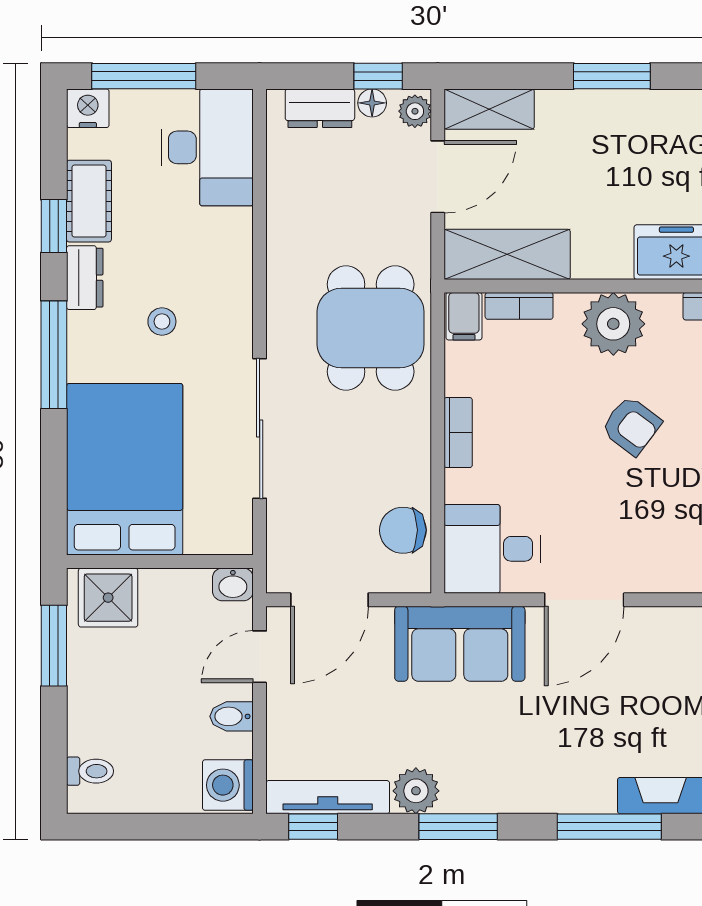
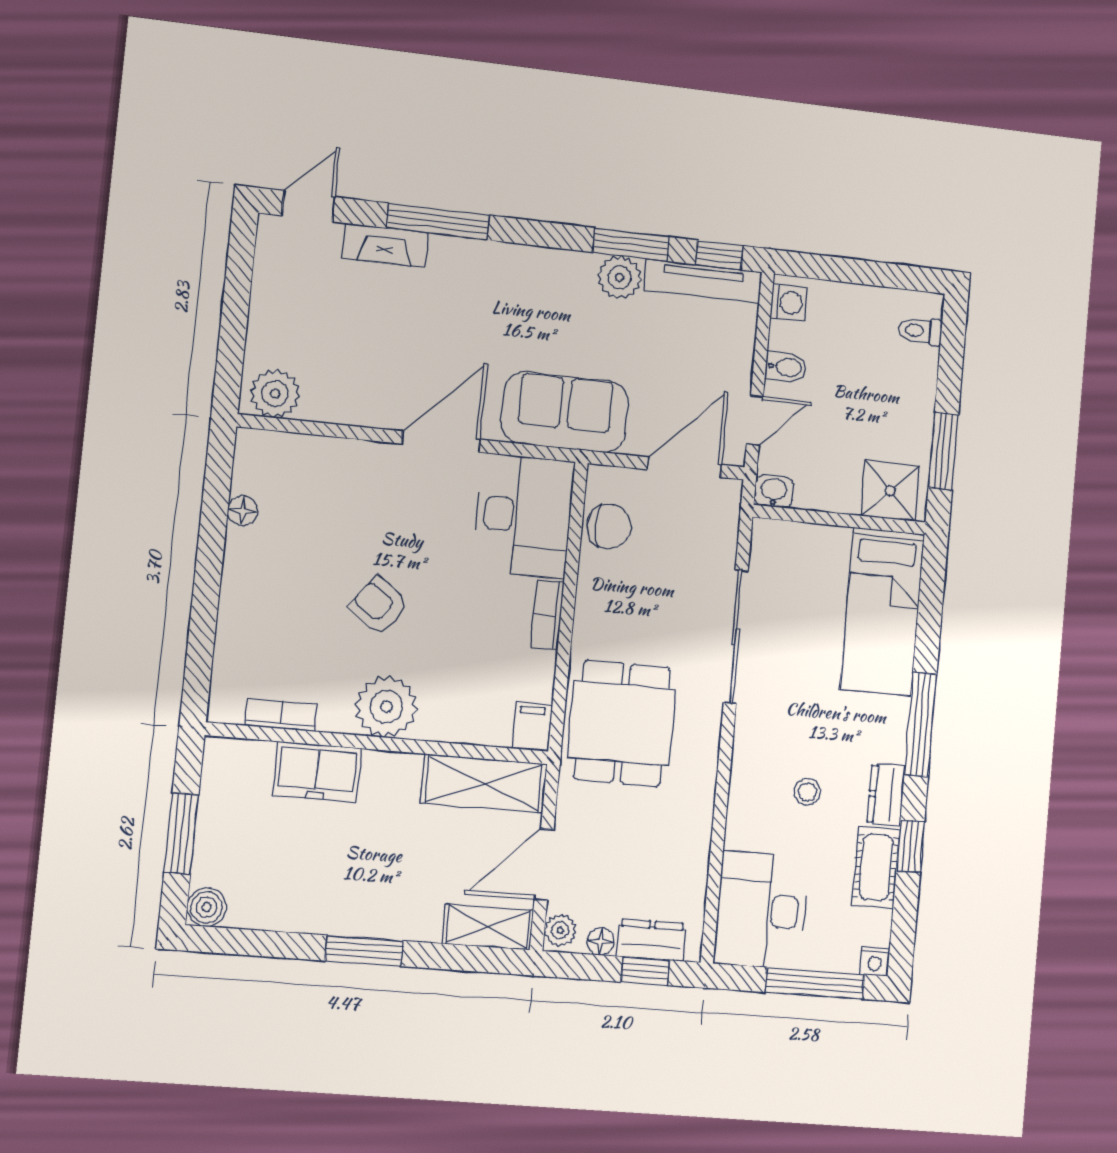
window: (378, 76) -> (645, 971), moved
nightstand: (88, 108) -> (875, 961), width x0.72, depth x0.74
bookcase: (519, 306) -> (477, 732), removed
stool: (162, 322) -> (807, 792), moved
bed: (125, 469) -> (882, 612), width x0.67
desk: (492, 549) -> (524, 516), width x1.37
washing machine: (228, 785) -> (789, 303), width x0.73, depth x0.73
window: (458, 827) -> (631, 245), moved

